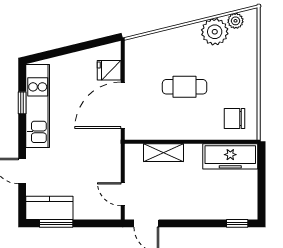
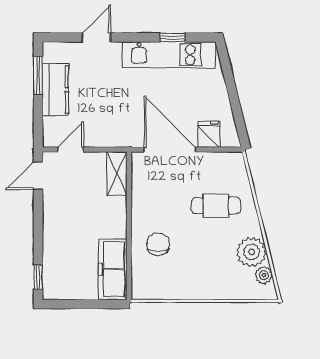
cafe table: (185, 87) -> (216, 206), moved, turned 90
chair: (234, 119) -> (158, 244), moved
shelving: (163, 153) -> (117, 174), moved
kitchen counter: (49, 208) -> (55, 90), moved

